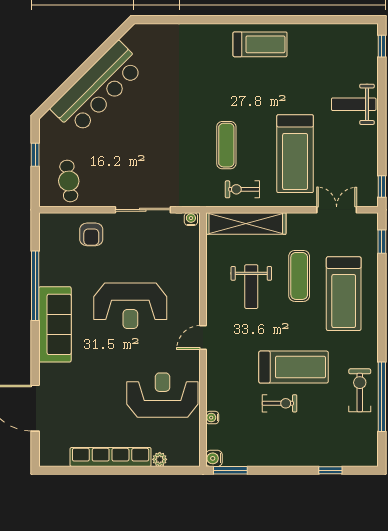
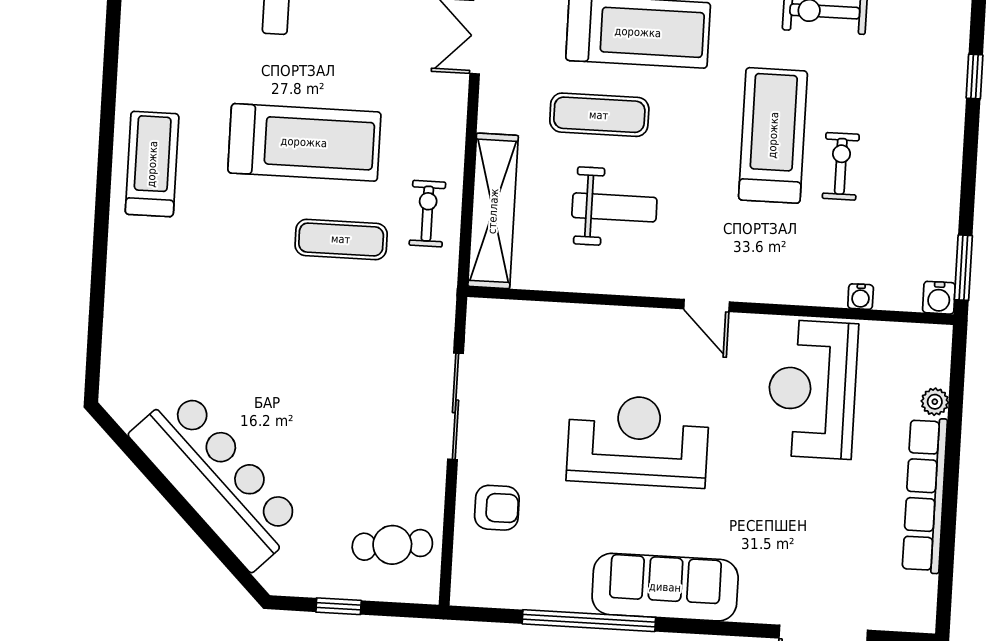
treadmill: (295, 154) -> (304, 142), moved
exercise bike: (242, 189) -> (427, 214), turned 180
water cooler: (191, 219) -> (479, 315), removed
reception desk: (130, 306) -> (638, 441), turned -90

